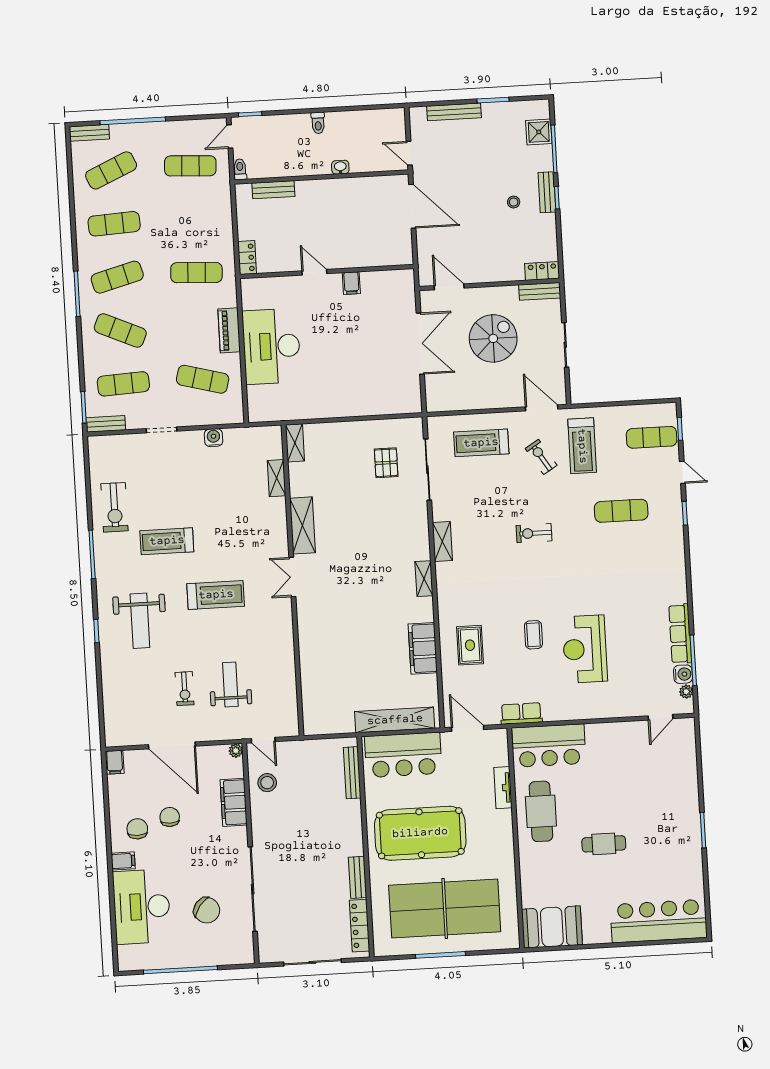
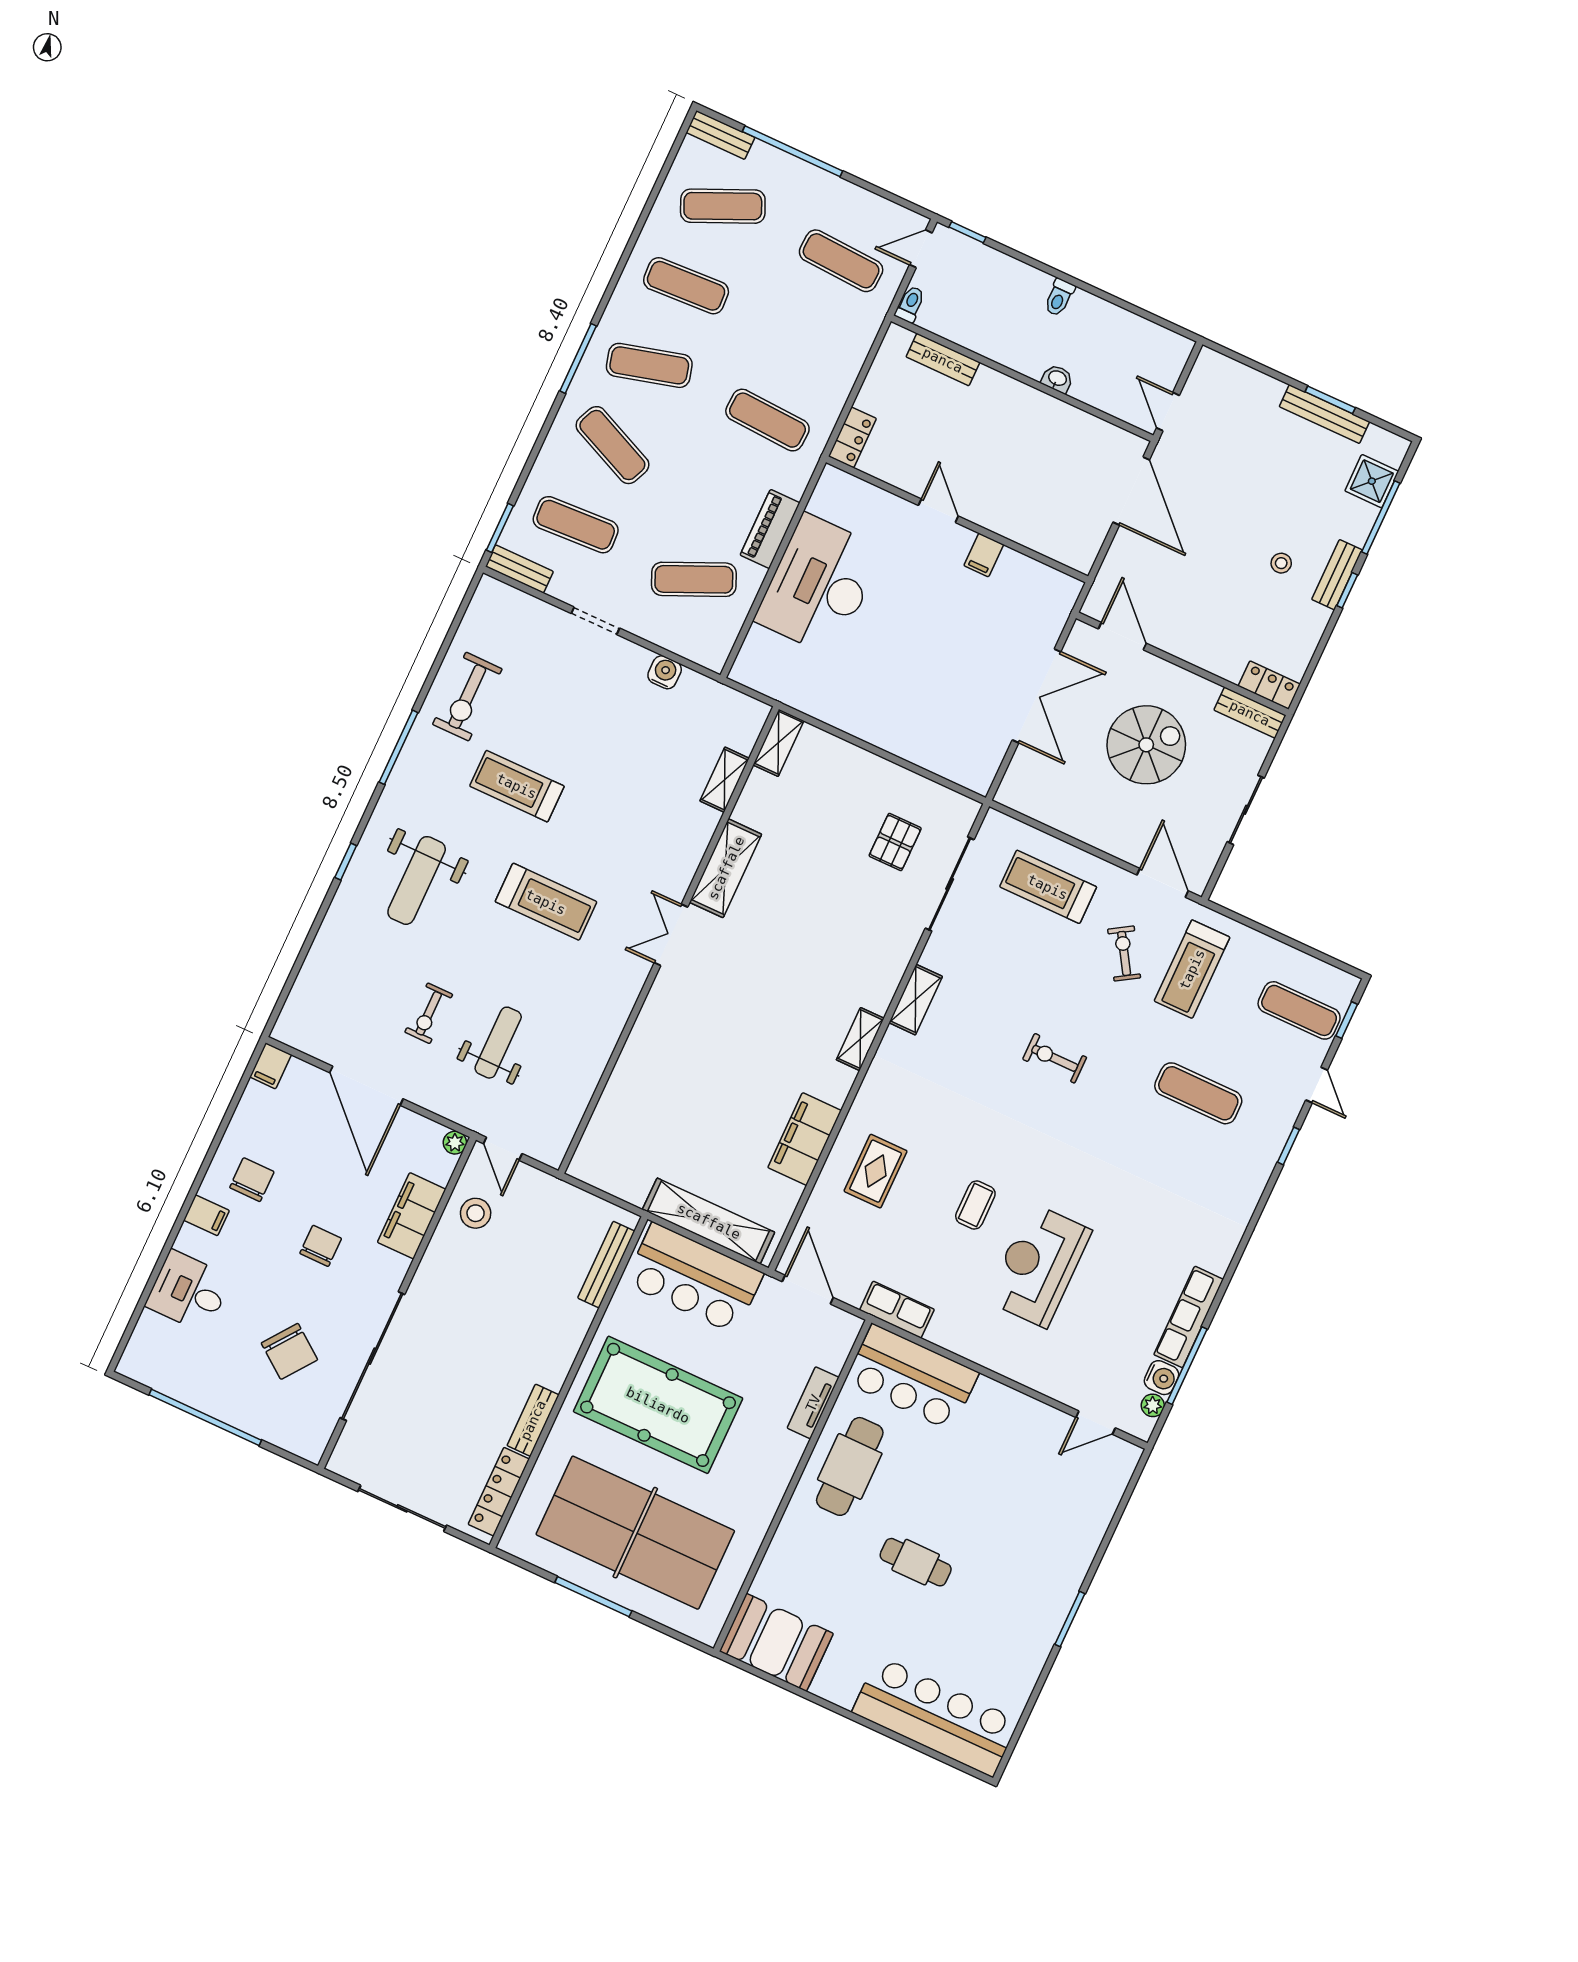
bench: (454, 112) -> (1324, 414), moved
exercise mat: (203, 379) -> (694, 579), turned -39
chair: (170, 817) -> (321, 1246), moved
desk: (142, 907) -> (189, 1291), width x0.53, depth x0.77

